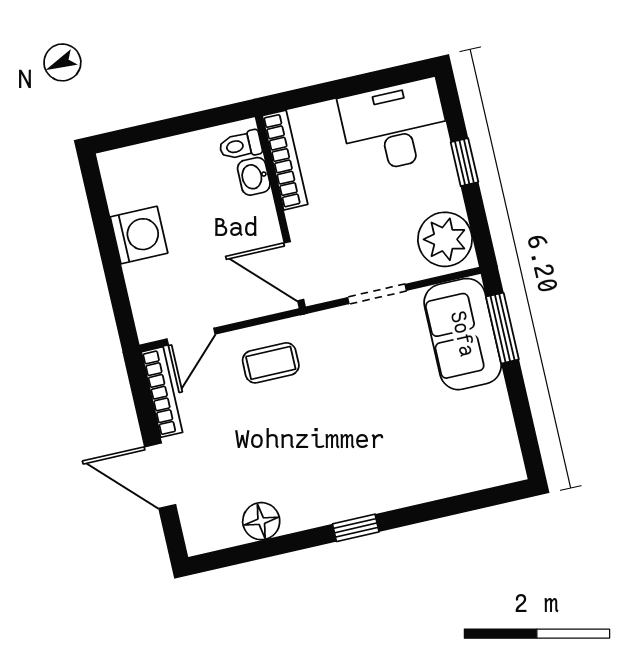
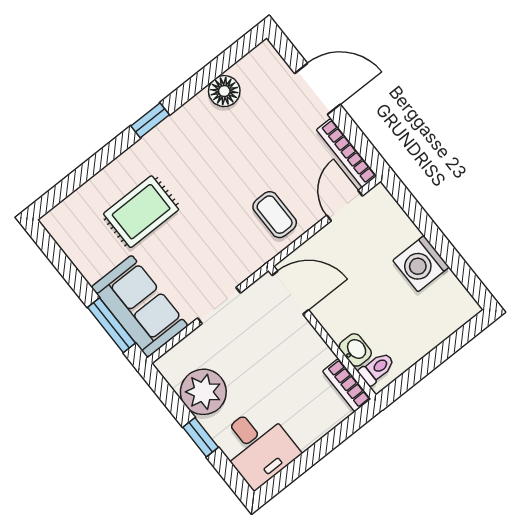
desk: (395, 126) -> (257, 447), width x0.73
bookcase: (285, 160) -> (347, 385), width x0.64
plant: (445, 239) -> (203, 392), moved
coffee table: (271, 363) -> (275, 215), turned 90
rug: (412, 435) -> (141, 212), added

